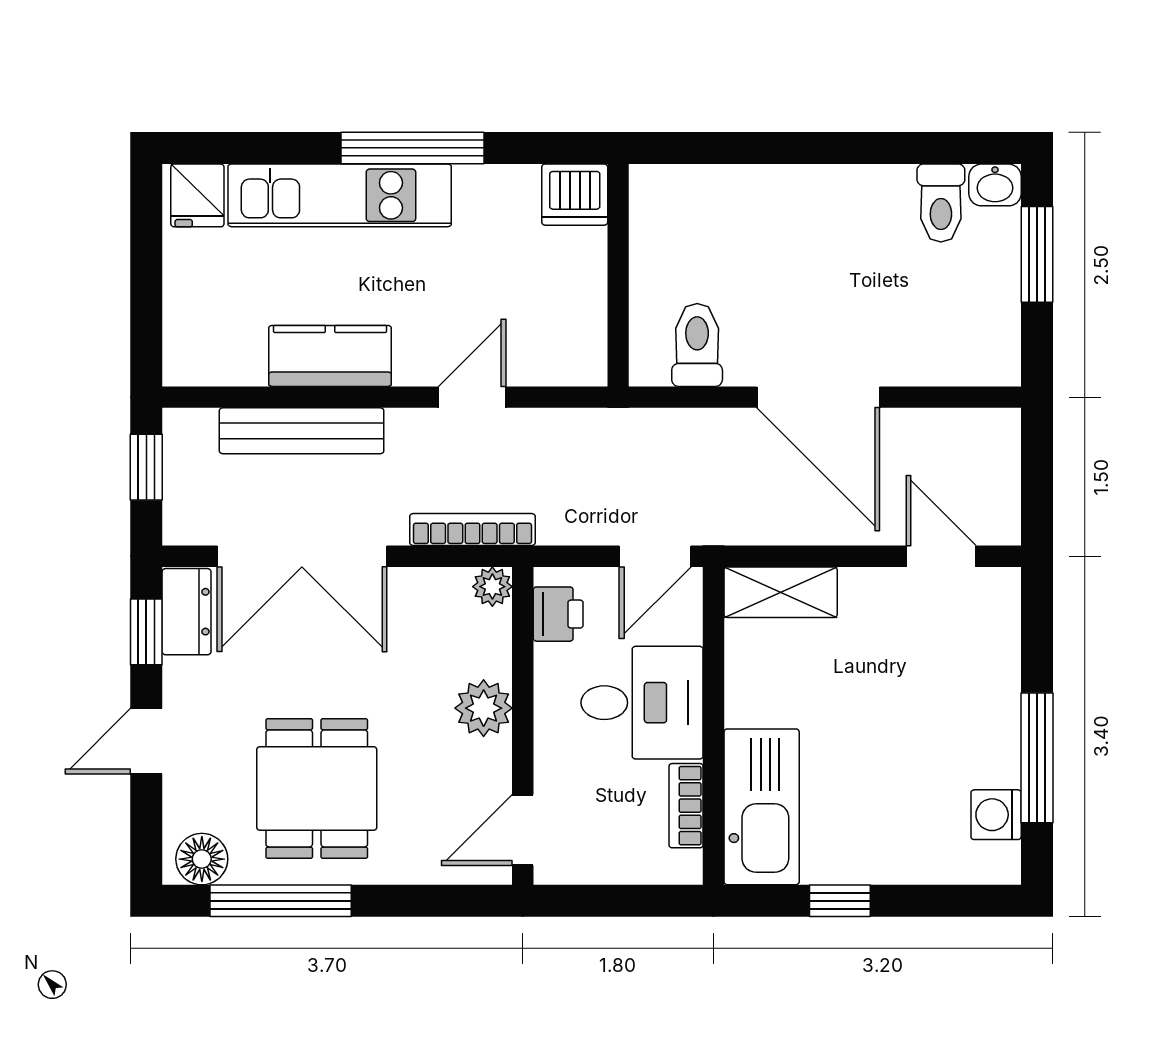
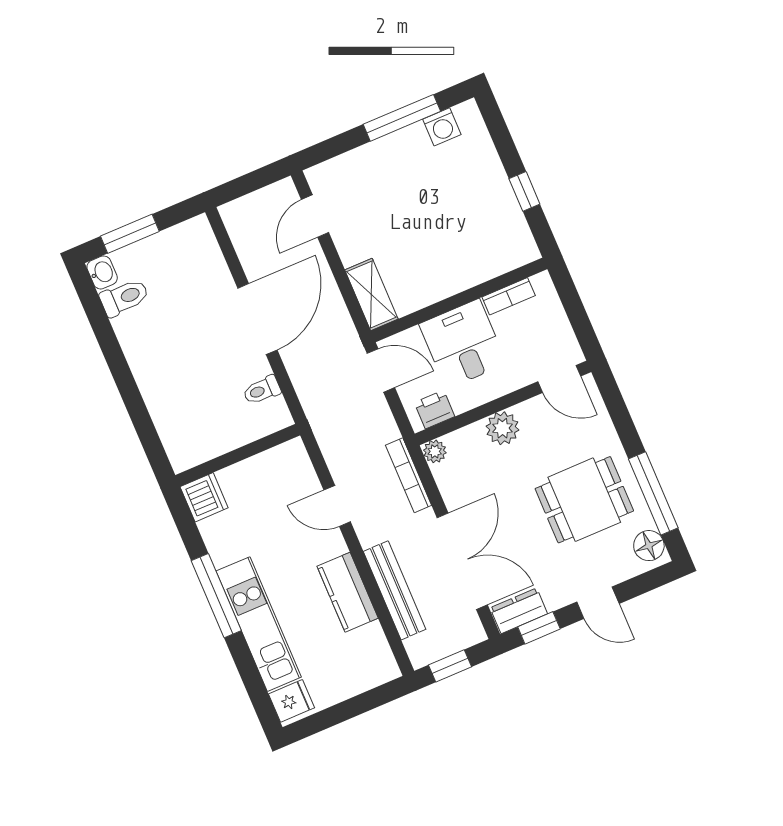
toilet: (697, 345) -> (262, 390), width x0.73, depth x0.72
kitchen sink: (762, 807) -> (492, 255), removed

